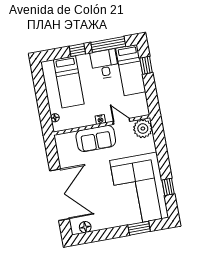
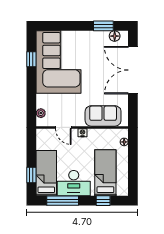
window: (77, 50) -> (103, 201), moved
desk: (105, 64) -> (74, 183), width x1.37
plant: (143, 129) -> (41, 113), width x0.53, depth x0.53
sofa: (96, 139) -> (103, 116), moved
window: (139, 228) -> (103, 26), moved

